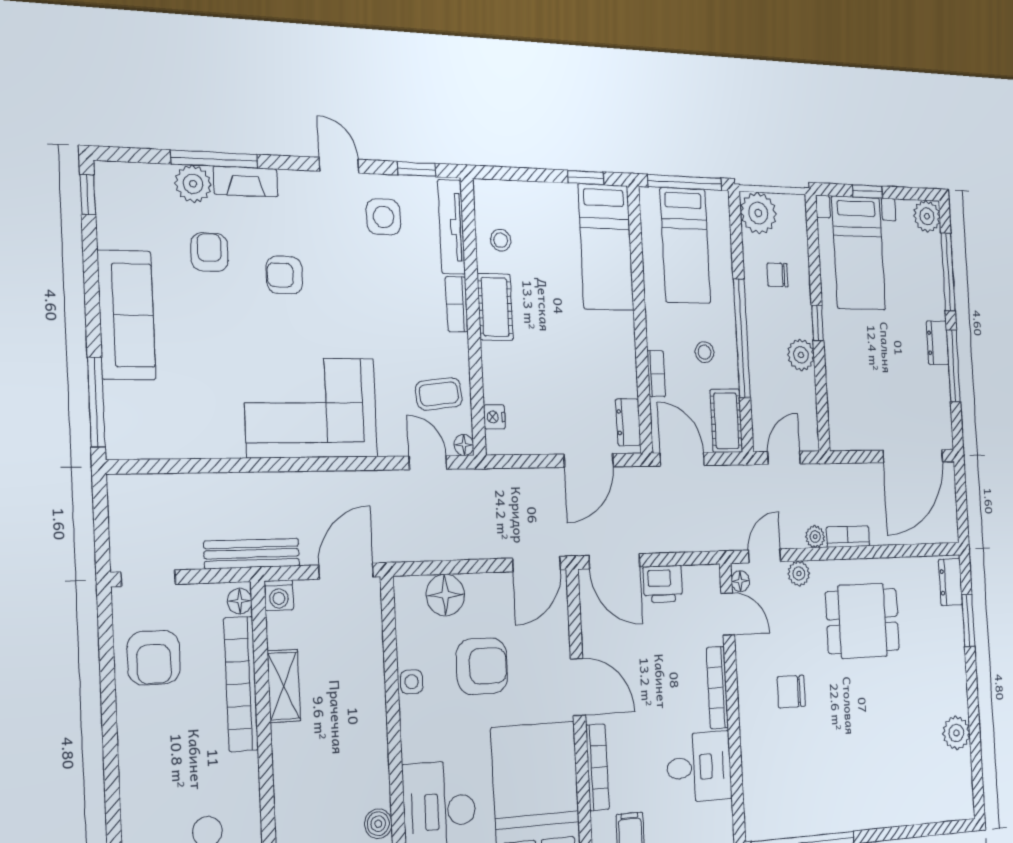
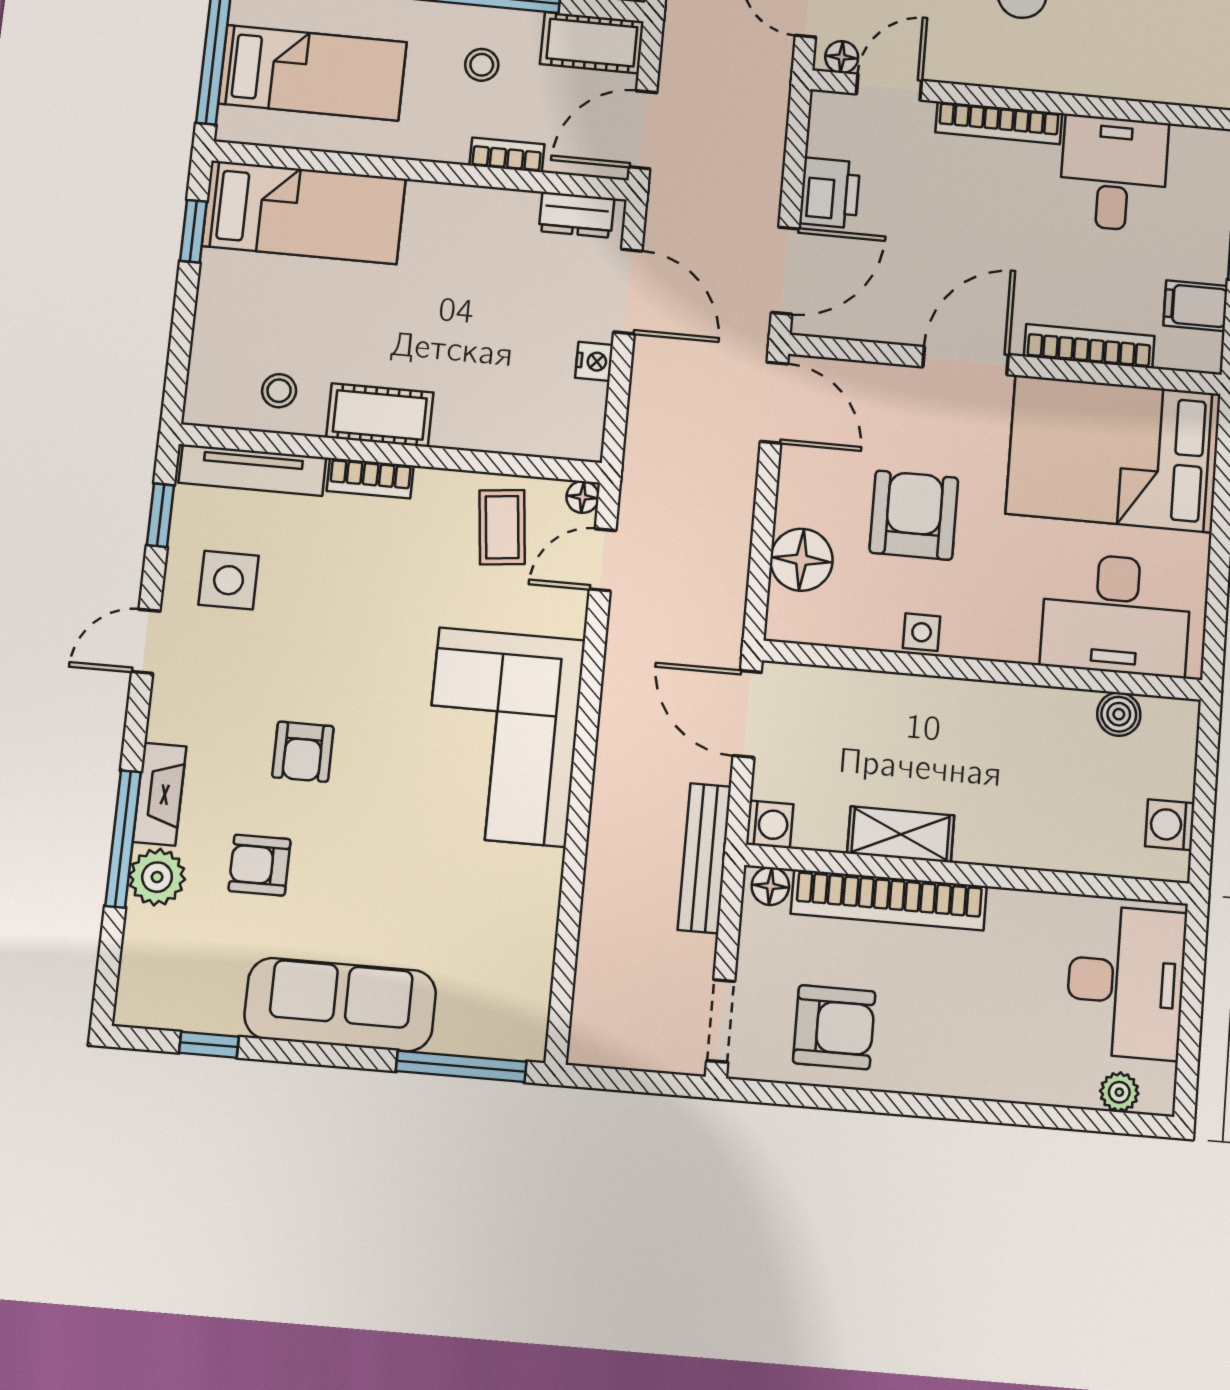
window: (88, 195) -> (209, 1045), moved
nightstand: (494, 417) -> (594, 361), moved, turned -90

